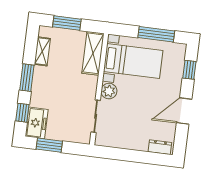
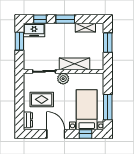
shelving: (93, 53) -> (74, 64), moved
bed with nightstands: (133, 61) -> (87, 110), moved, turned 180
rug: (134, 124) -> (42, 99), added

